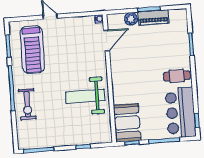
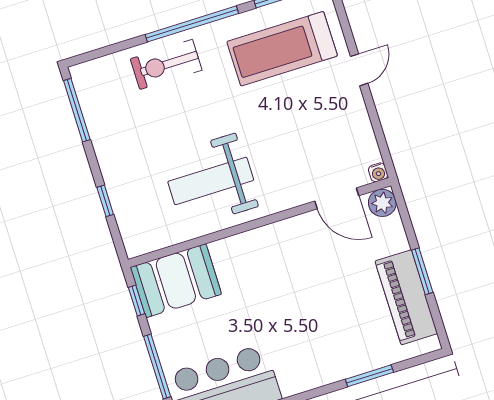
piano: (153, 18) -> (406, 297), width x1.37, depth x1.33
plant: (131, 19) -> (382, 203), moved
cafe table: (177, 76) -> (297, 361), removed
weight bench: (85, 96) -> (211, 181), turned -90

